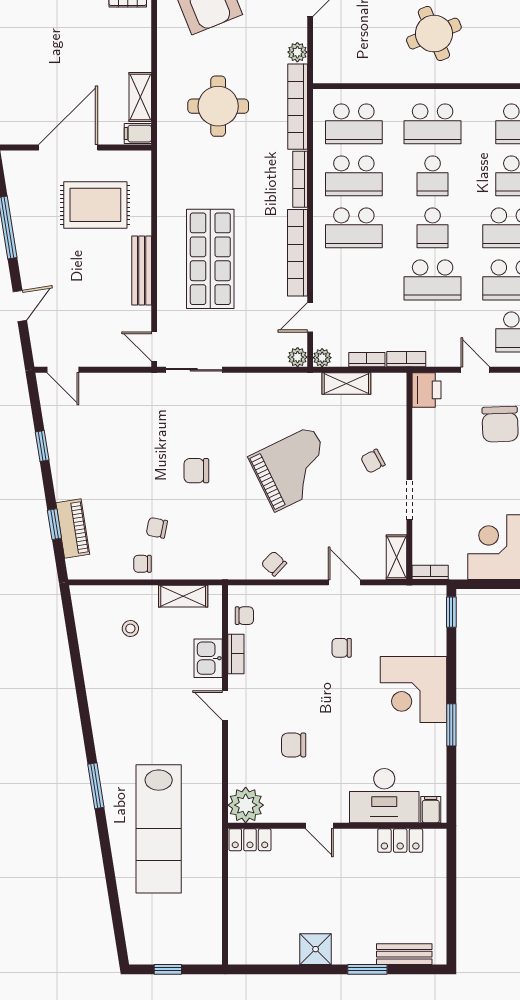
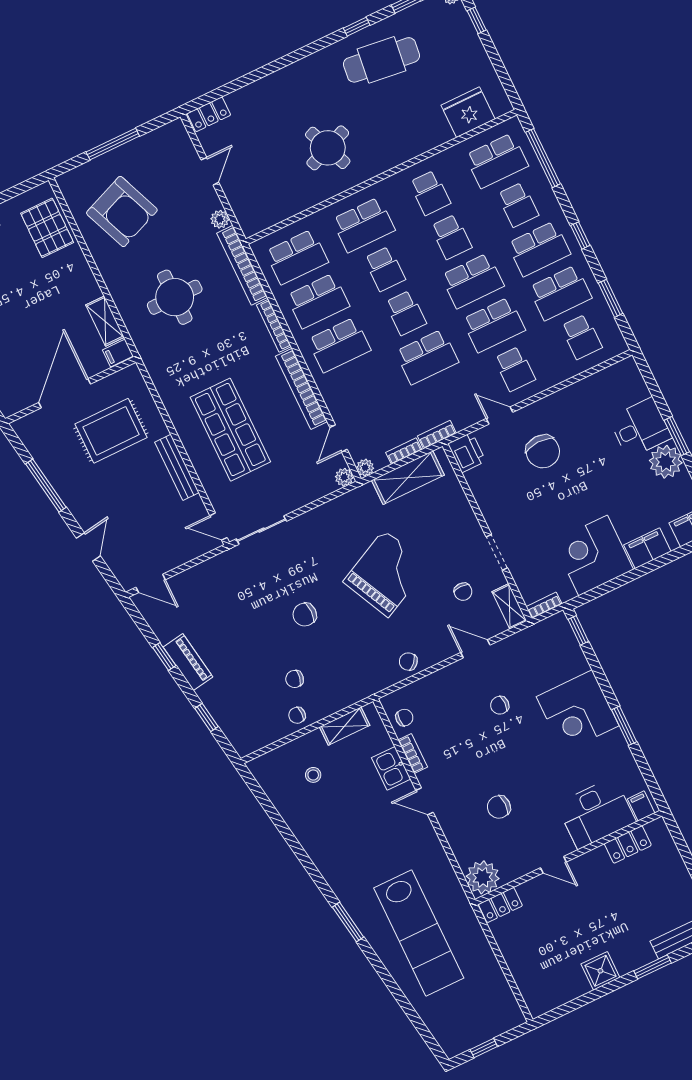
shelving: (346, 383) -> (408, 478), width x1.50, depth x1.33
chair: (373, 461) -> (463, 592), moved, turned -62
piano: (73, 528) -> (188, 662), moved

